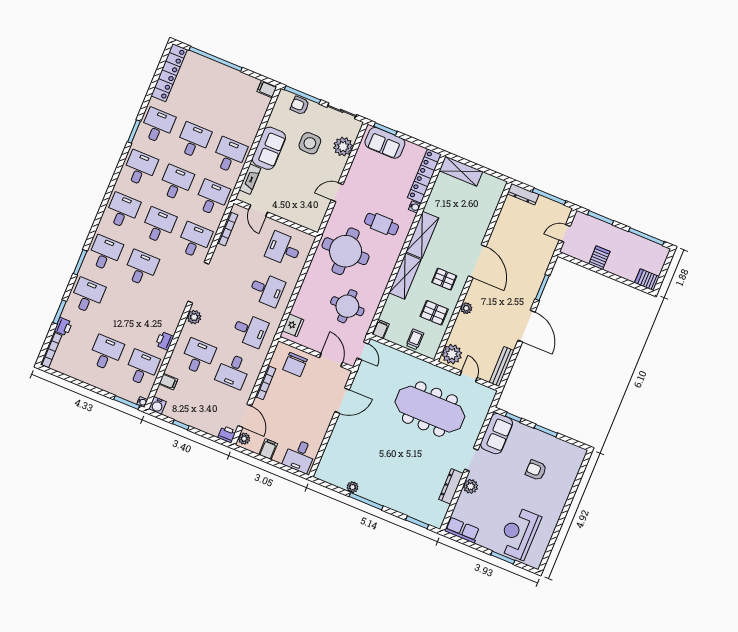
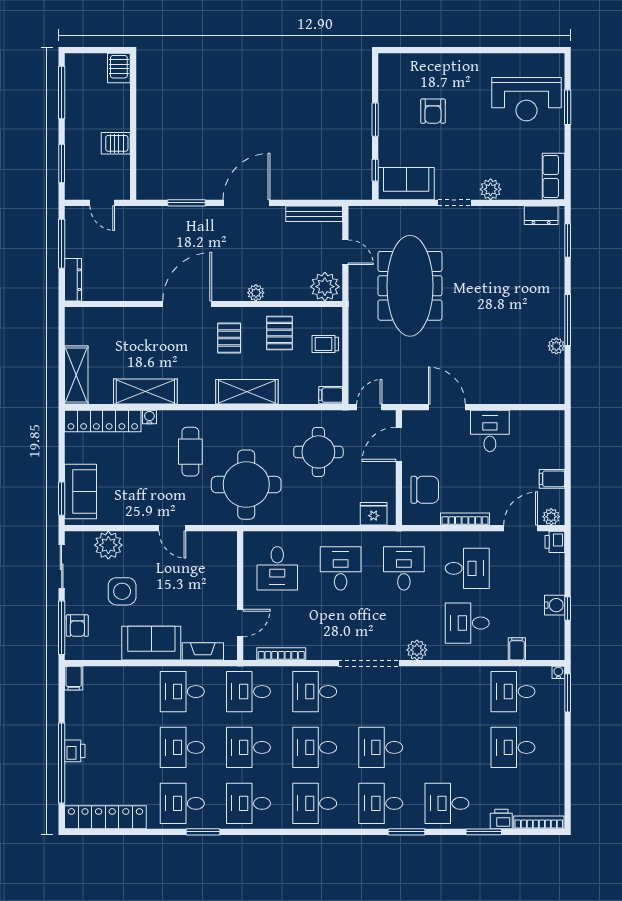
shelving: (422, 235) -> (145, 392), moved
printer: (165, 341) -> (75, 751), moved, turned -90
door: (469, 376) -> (345, 252), swing flipped
water cooler: (157, 405) -> (555, 605), moved
desk: (300, 456) -> (490, 431), moved, turned -90
dresser: (451, 486) -> (541, 215), moved, width x0.70

